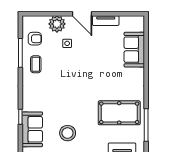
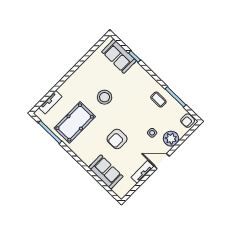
armchair: (35, 39) -> (188, 121), moved
armchair: (99, 66) -> (117, 139), added
stool: (68, 133) -> (105, 97), moved

